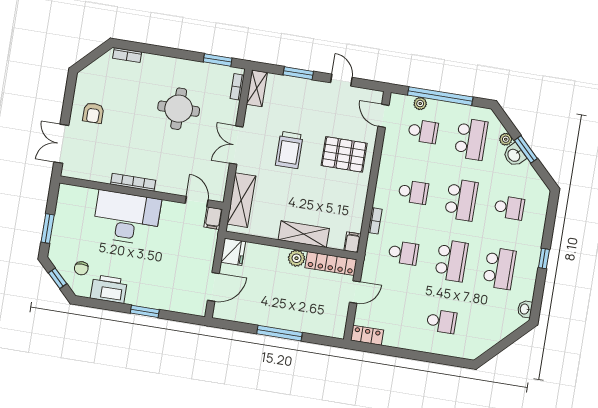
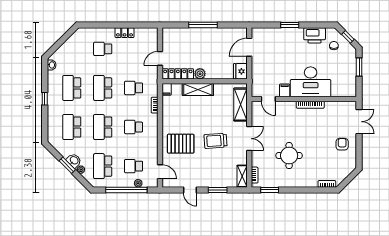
trolley: (289, 150) -> (216, 141), turned -94
school desk: (509, 208) -> (72, 127), width x1.85
filing cabinet: (213, 218) -> (285, 90), moved
locker: (367, 335) -> (125, 33), moved

